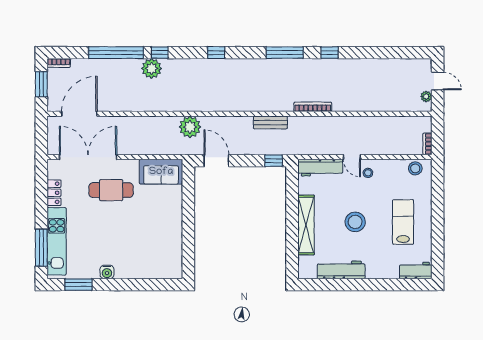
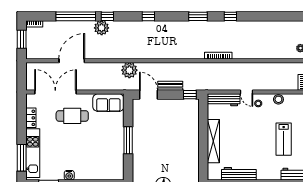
window: (285, 53) -> (198, 16), width x0.69
door: (79, 114) -> (72, 61), moved
bench: (270, 122) -> (170, 86), moved
stool: (415, 168) -> (278, 99), moved
stool: (355, 222) -> (249, 139), removed
lab bench: (403, 222) -> (284, 139), turned 180
window: (188, 224) -> (128, 140), added

